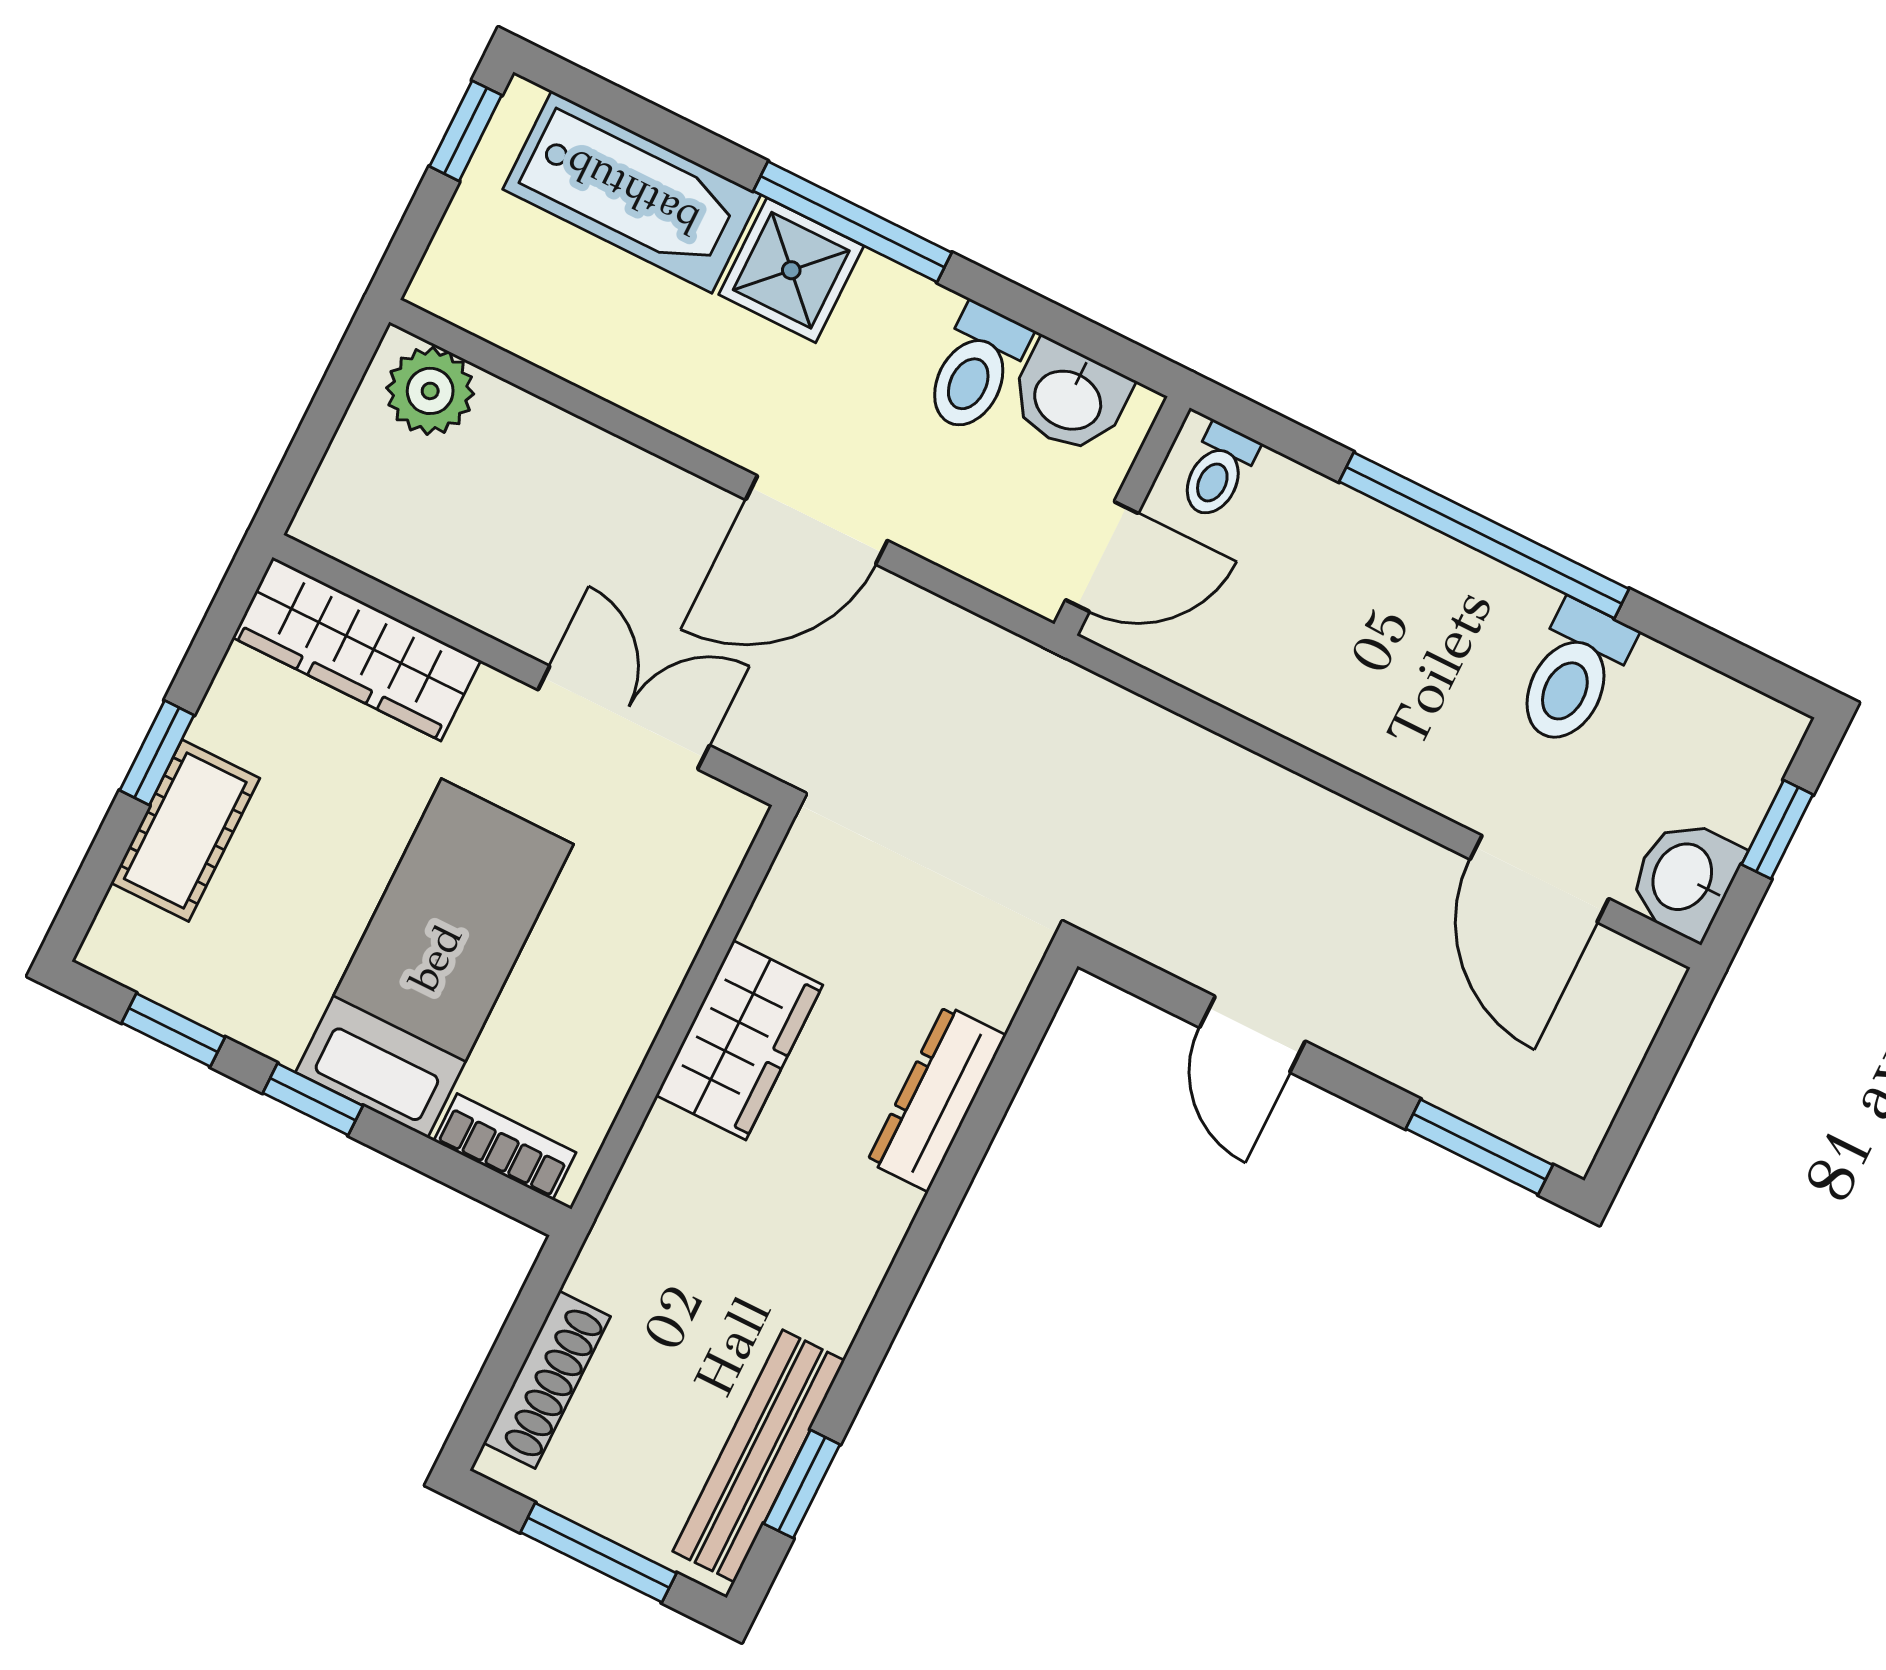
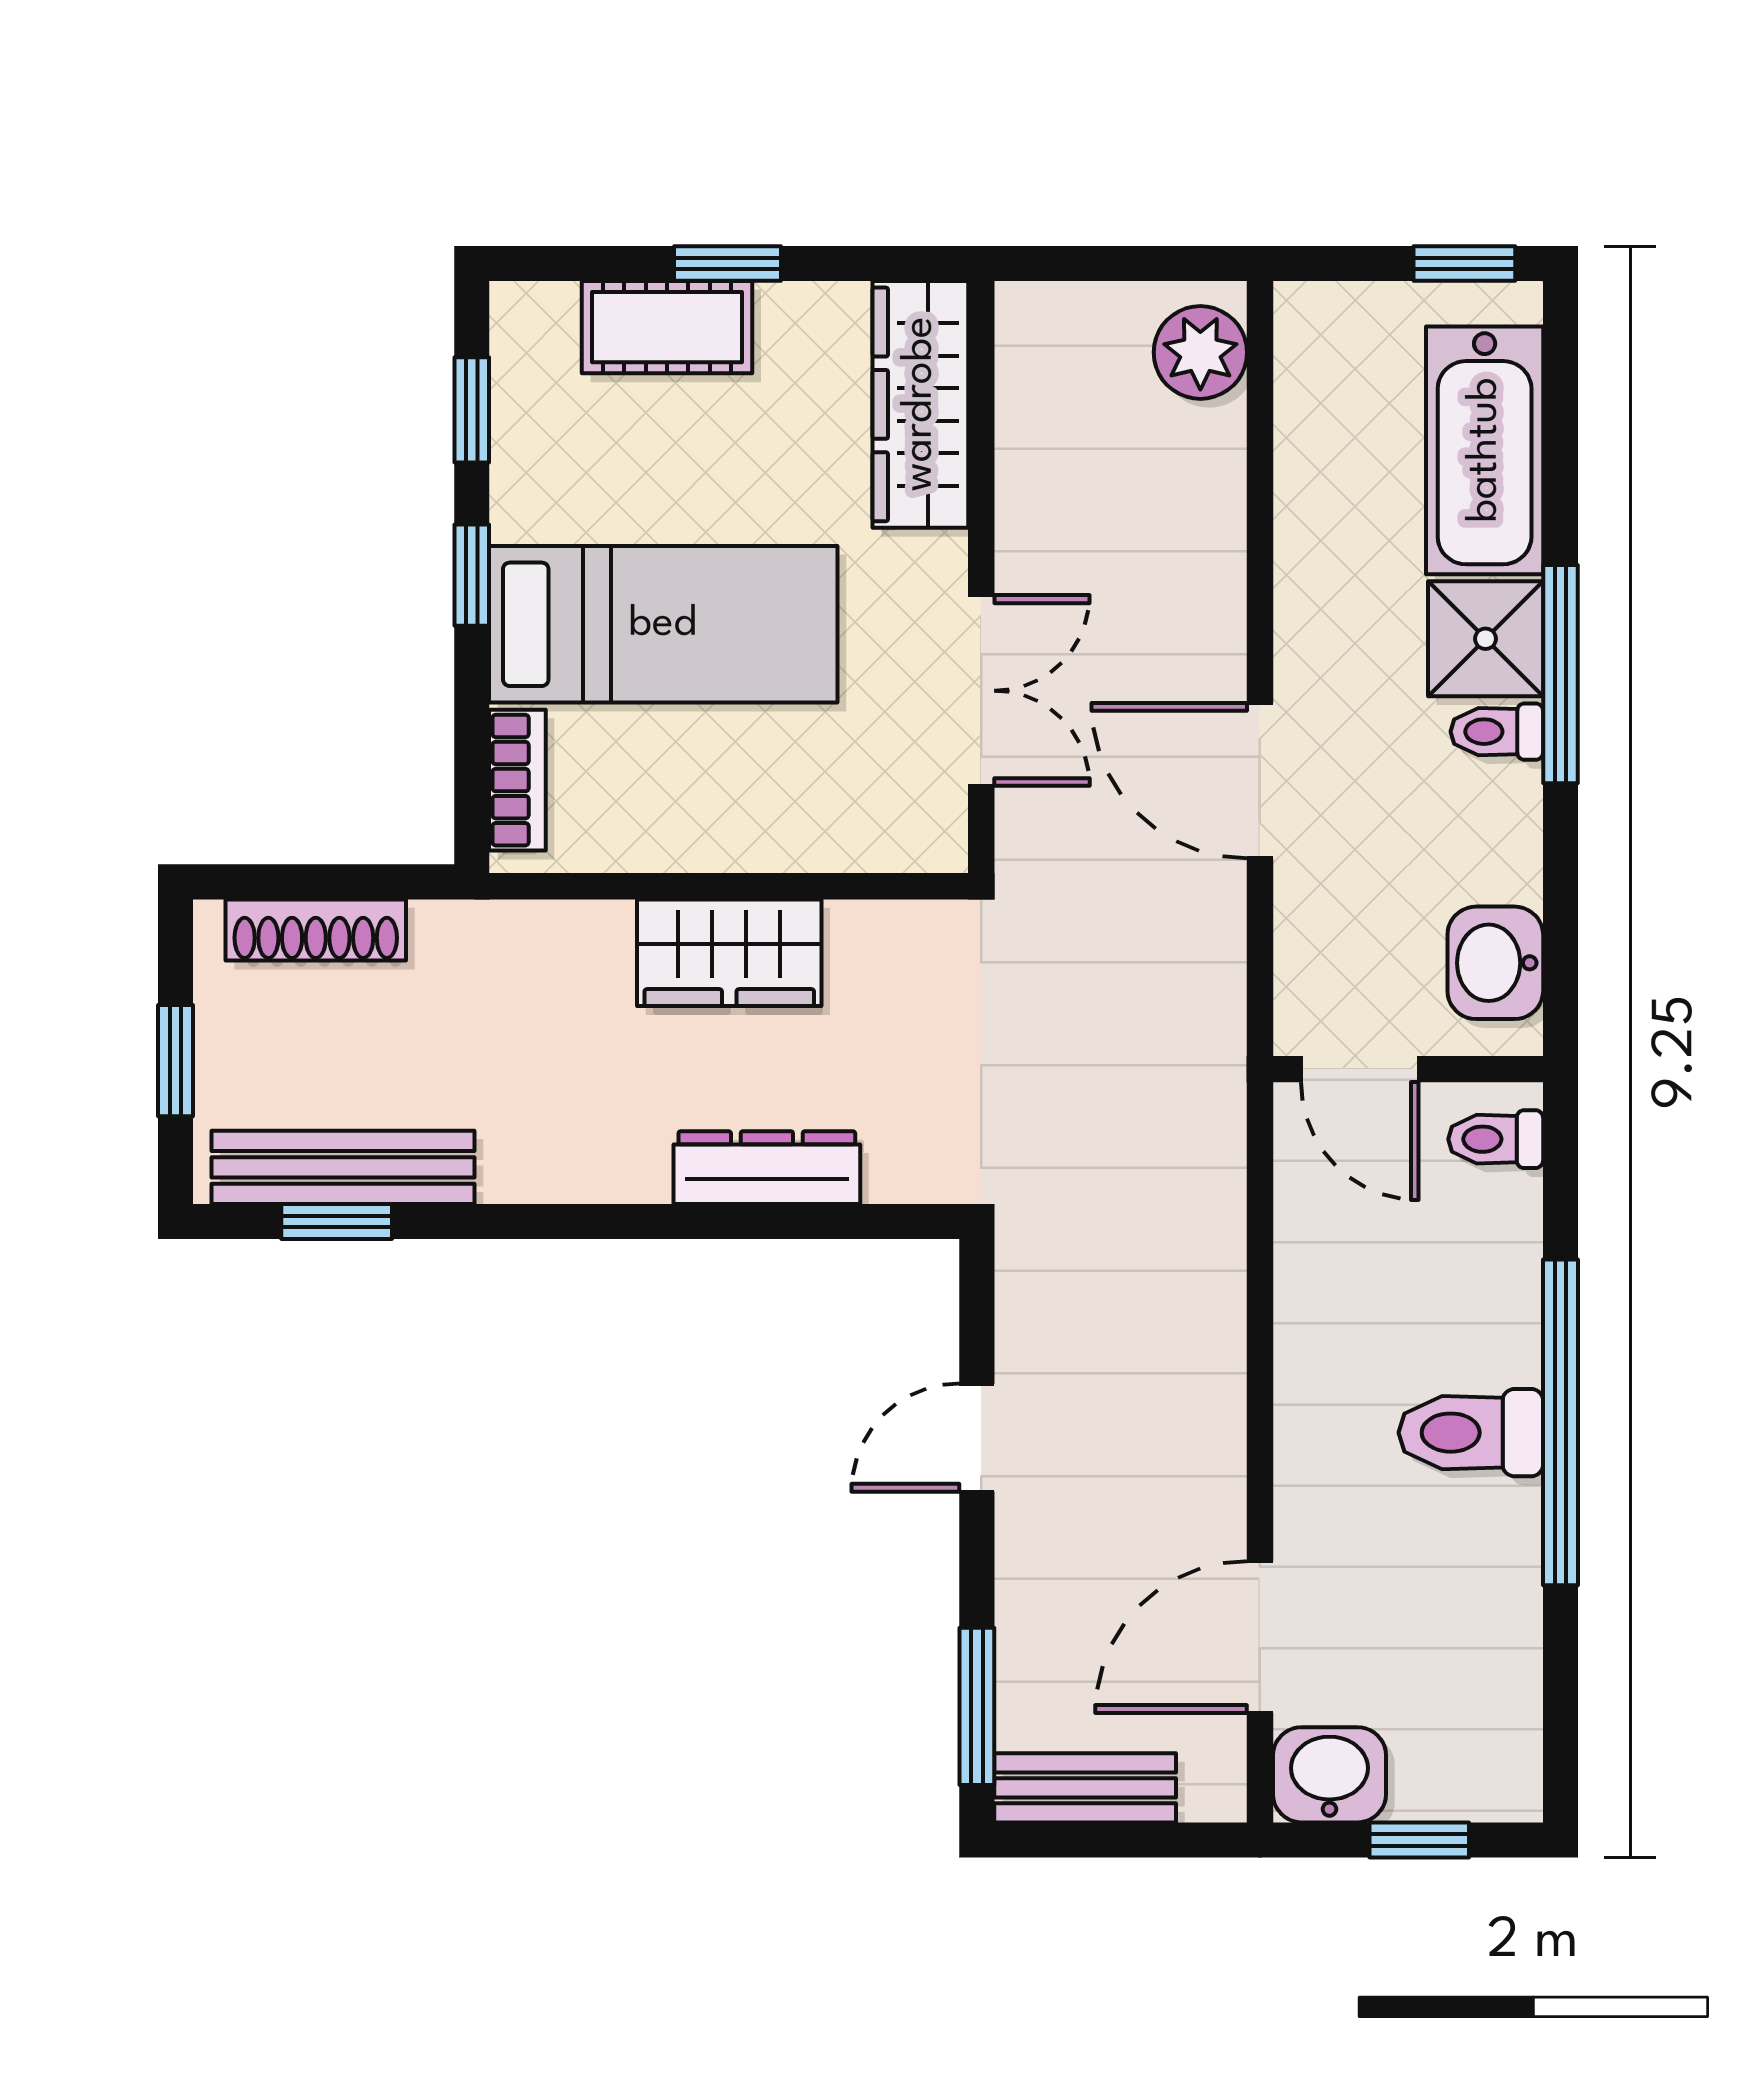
toilet: (976, 369) -> (1497, 732), moved, width x0.73, depth x0.72
toilet: (1573, 674) -> (1471, 1433), moved
bench: (1593, 1090) -> (1085, 1788), added
window: (599, 1553) -> (176, 1061), width x0.67

